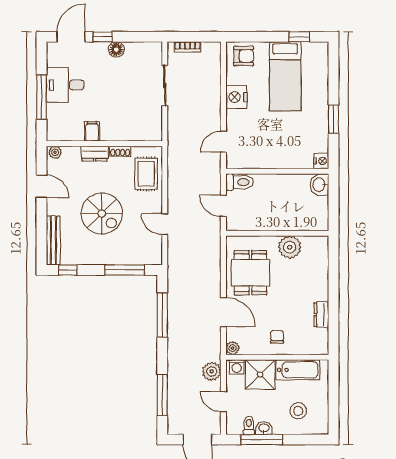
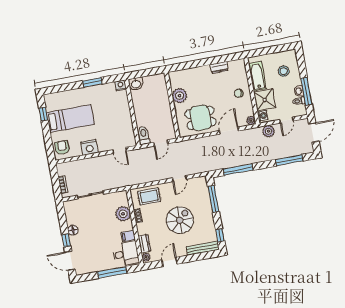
desk: (65, 85) -> (126, 254), moved, turned -90
plant: (127, 130) -> (123, 214), added
dresser: (95, 154) -> (144, 244), moved

